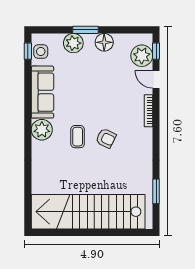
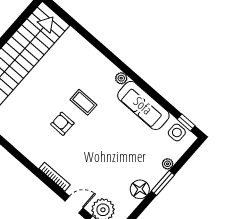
plant: (73, 43) -> (168, 164), width x0.53, depth x0.53
plant: (42, 130) -> (121, 78), width x0.53, depth x0.53
armchair: (106, 138) -> (62, 124), turned 65

